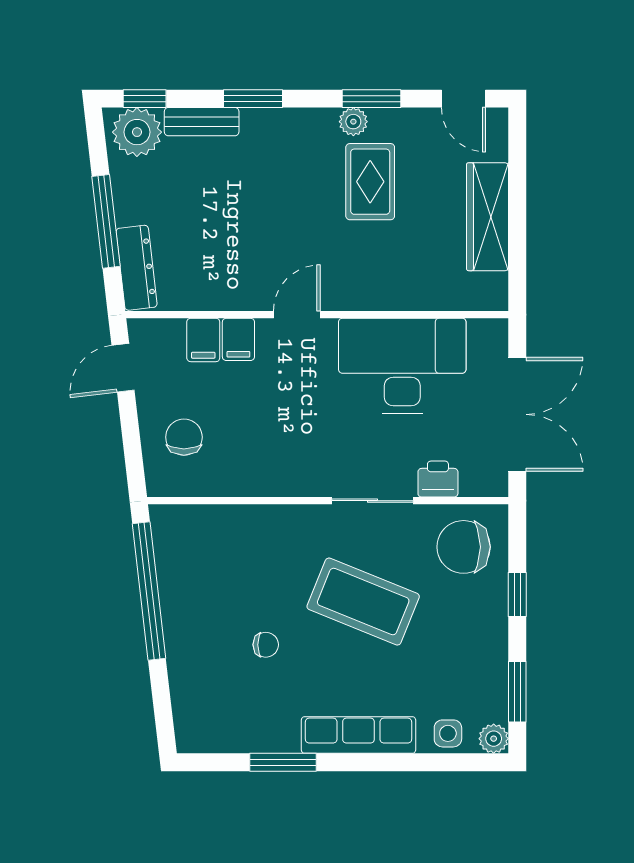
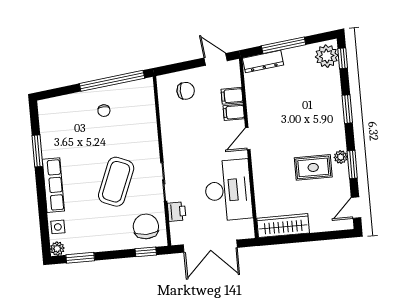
bench: (202, 122) -> (334, 86), removed
wardrobe: (488, 217) -> (283, 226), moved
door: (297, 315) -> (248, 139), swing flipped
window: (517, 594) -> (146, 252), moved
chair: (266, 645) -> (104, 111), moved

